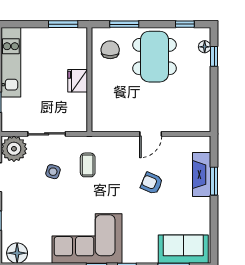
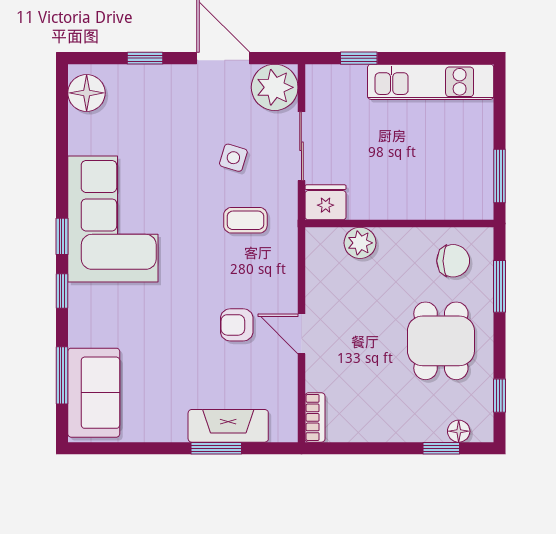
dining table: (155, 57) -> (441, 341), width x0.73
fridge: (78, 81) -> (326, 202), moved
plant: (100, 101) -> (360, 243), added
bookcase: (197, 126) -> (315, 417), added
armchair: (152, 183) -> (237, 325), moved, turned -113

